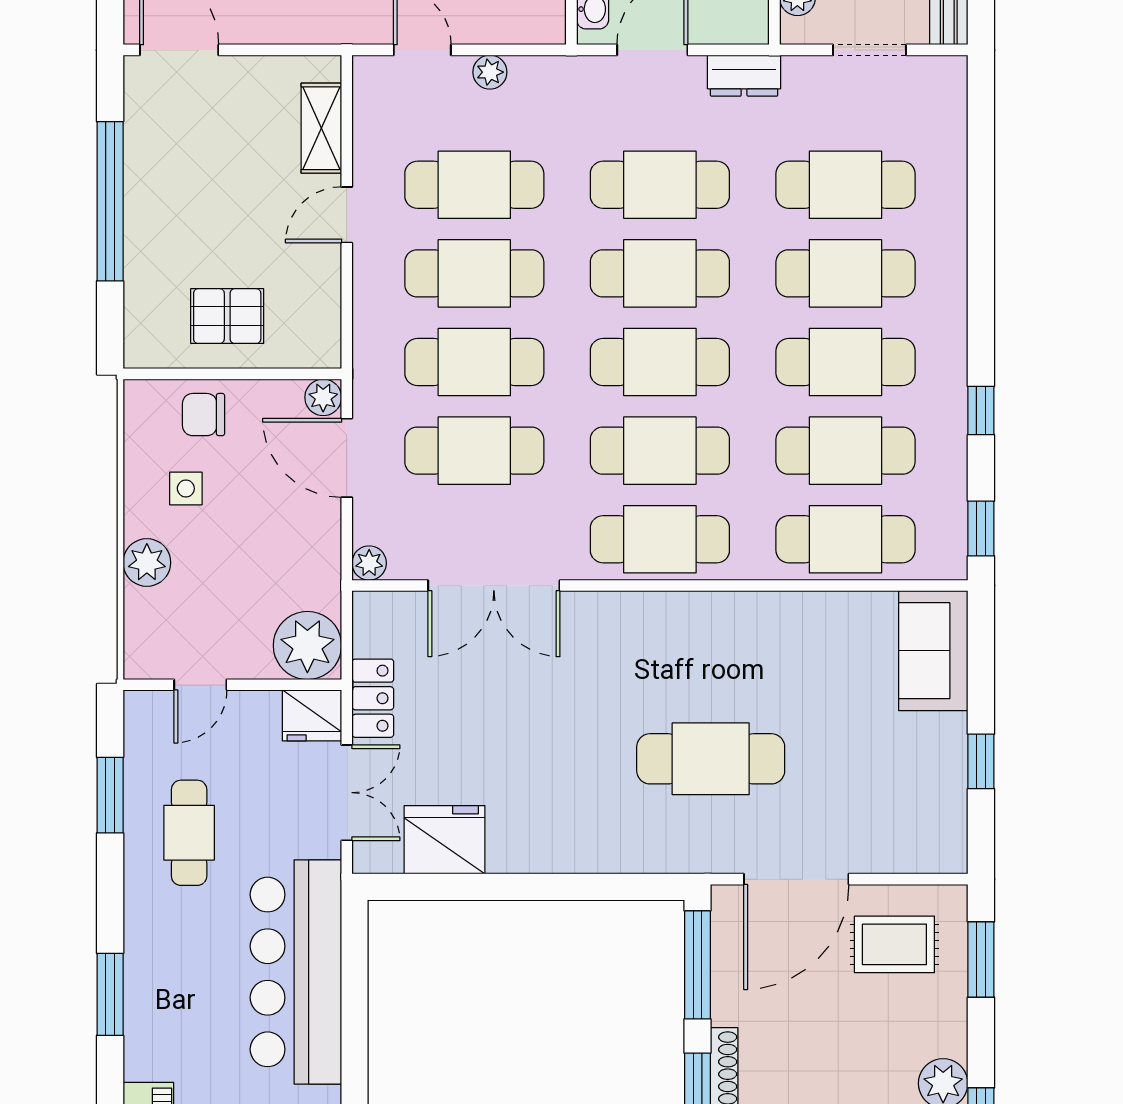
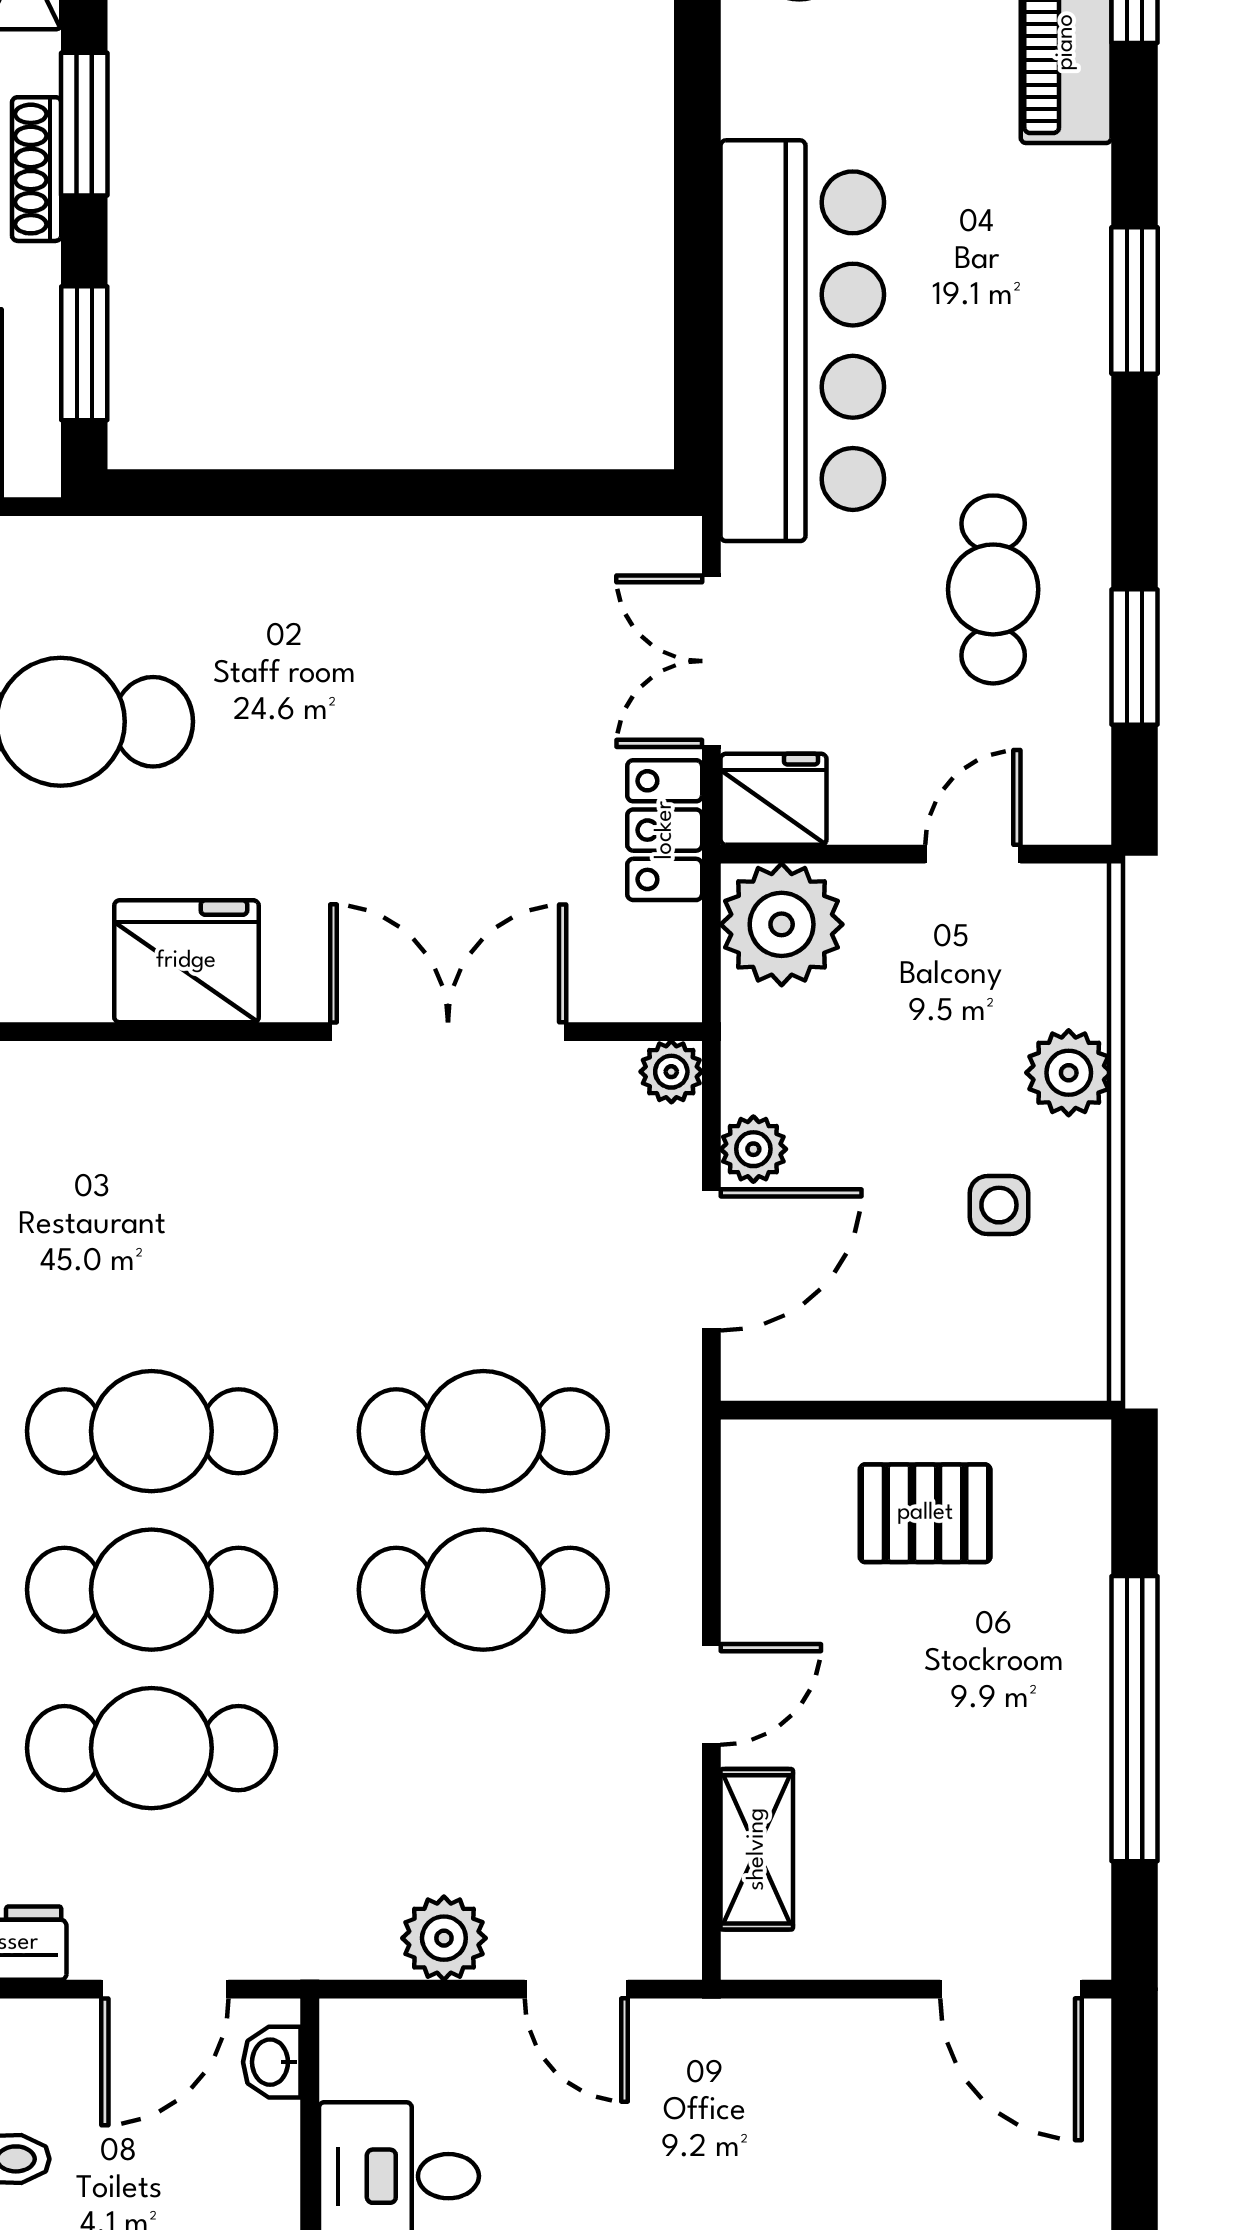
plant: (490, 72) -> (444, 1938), width x1.38, depth x1.38
cafe table: (474, 185) -> (483, 1748), removed
plant: (323, 397) -> (753, 1149), moved
chair: (204, 415) -> (967, 1337), removed
cafe table: (474, 451) -> (483, 1273), removed
cafe table: (660, 451) -> (151, 1273), removed
door: (347, 458) -> (711, 1260), hinge flipped
cafe table: (660, 539) -> (151, 1114), removed
fridge: (445, 840) -> (186, 961), moved, turned 180
window: (697, 965) -> (84, 353), width x0.69

